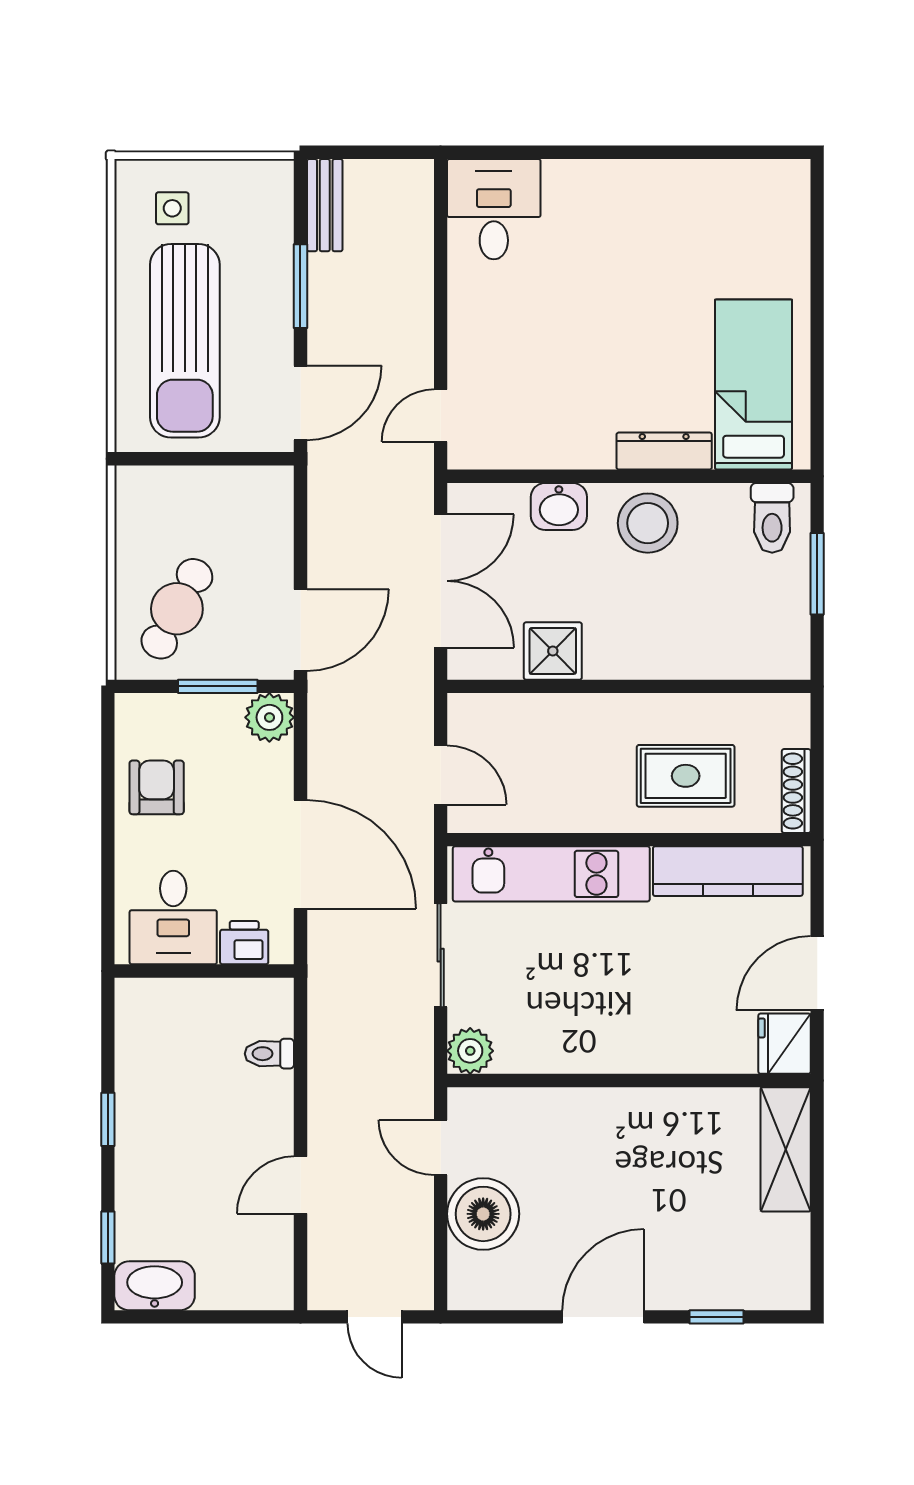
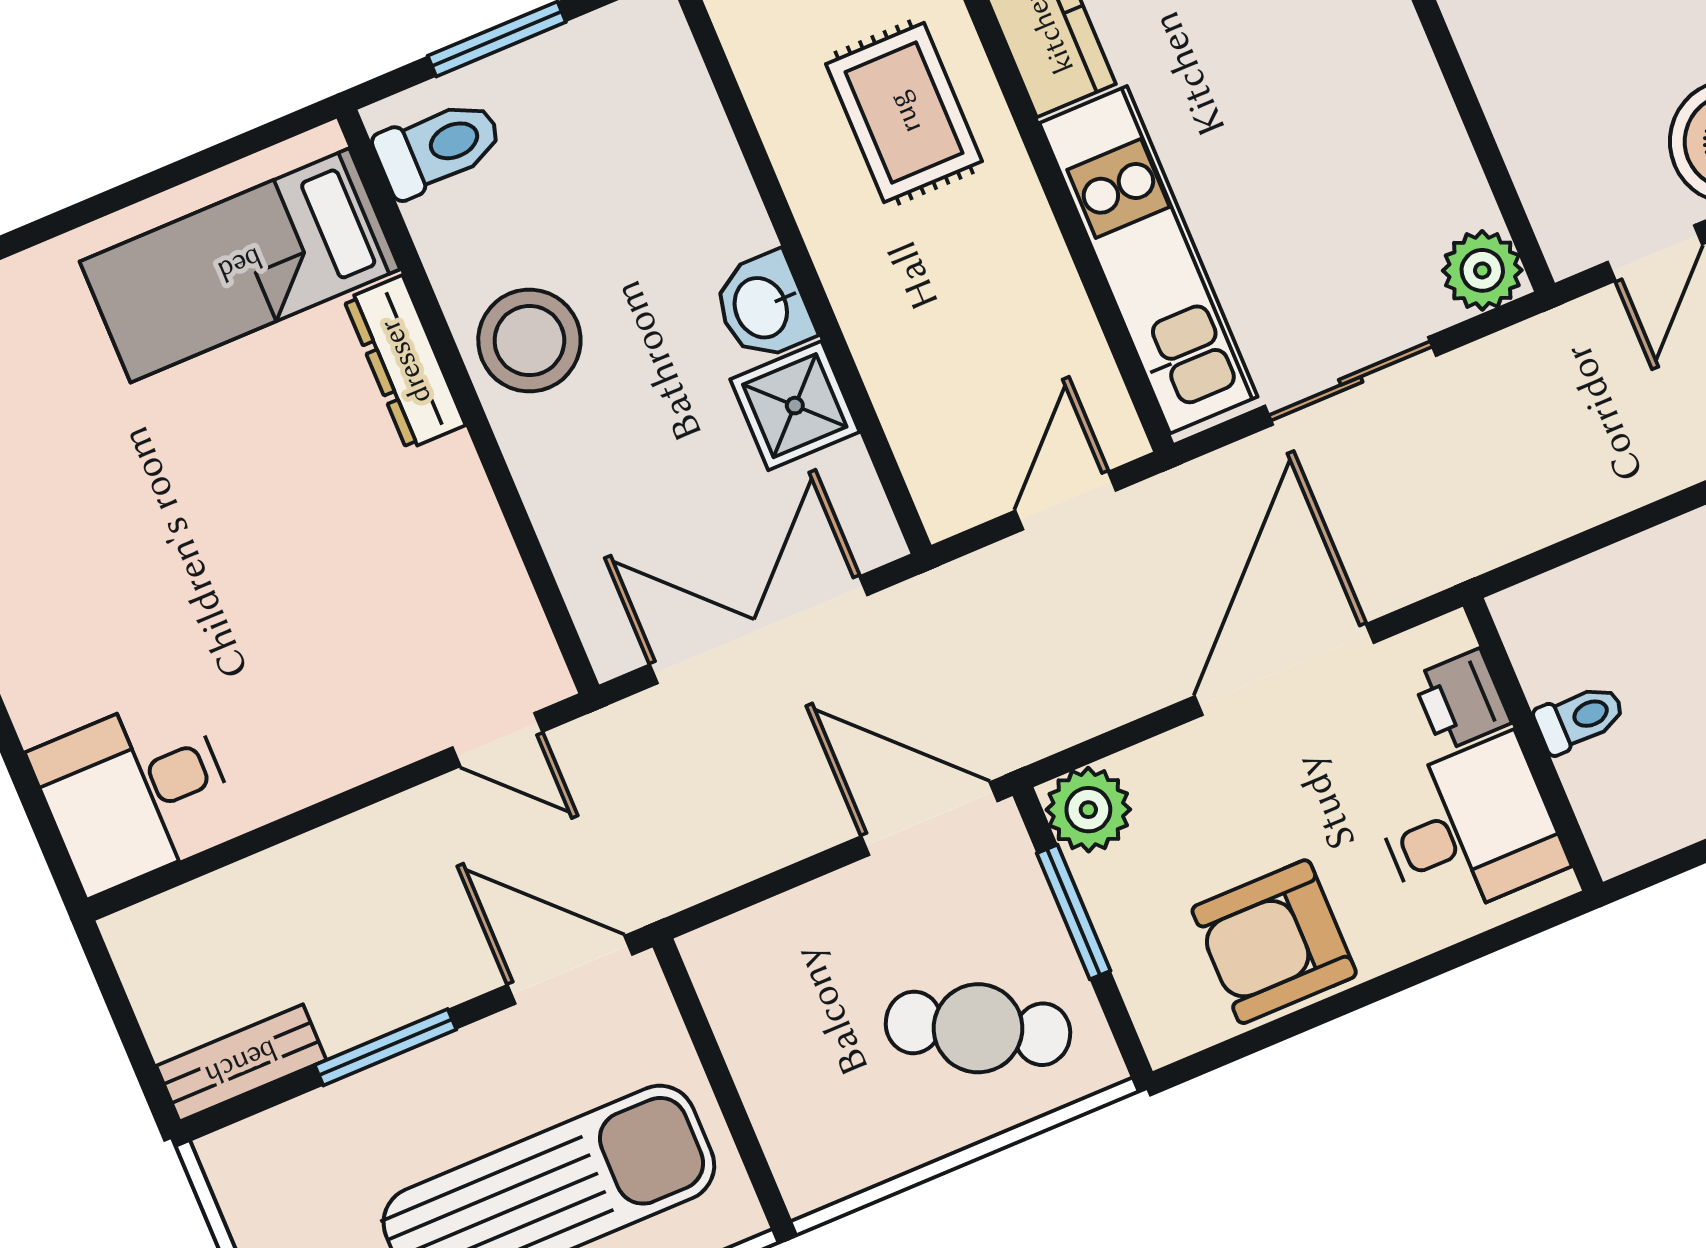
washbasin: (559, 506) -> (763, 307), moved, turned 180
armchair: (157, 787) -> (1274, 942), width x1.38, depth x1.38
toilet: (269, 1054) -> (1580, 718), moved, turned -90

